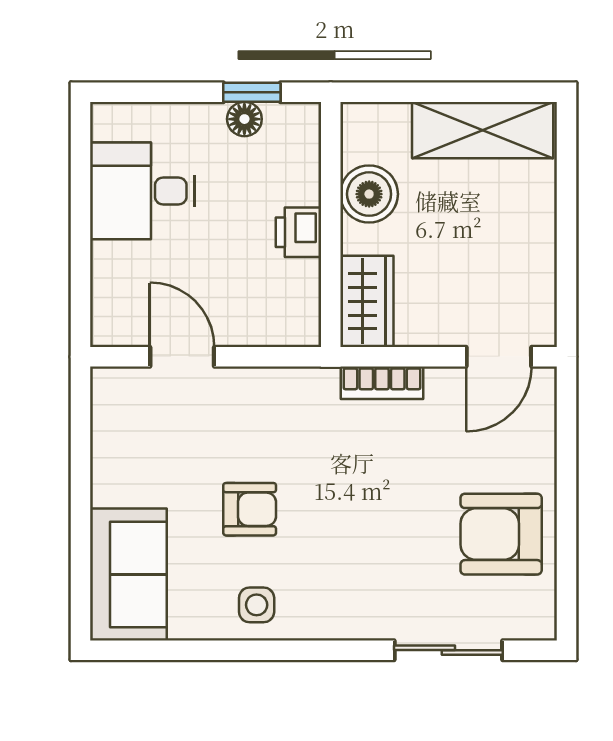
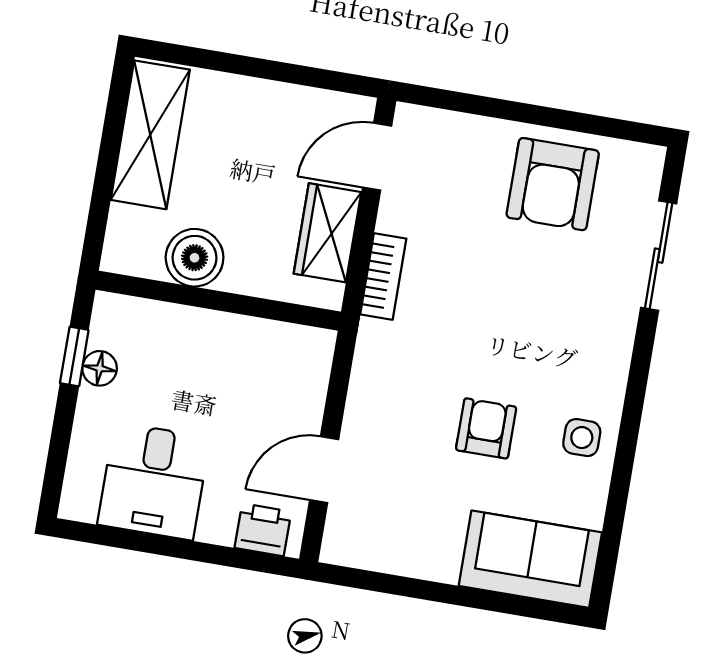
printer: (298, 232) -> (263, 530), moved, turned 180
wardrobe: (367, 301) -> (327, 233), moved, turned -90
door: (499, 357) -> (377, 157), swing flipped

